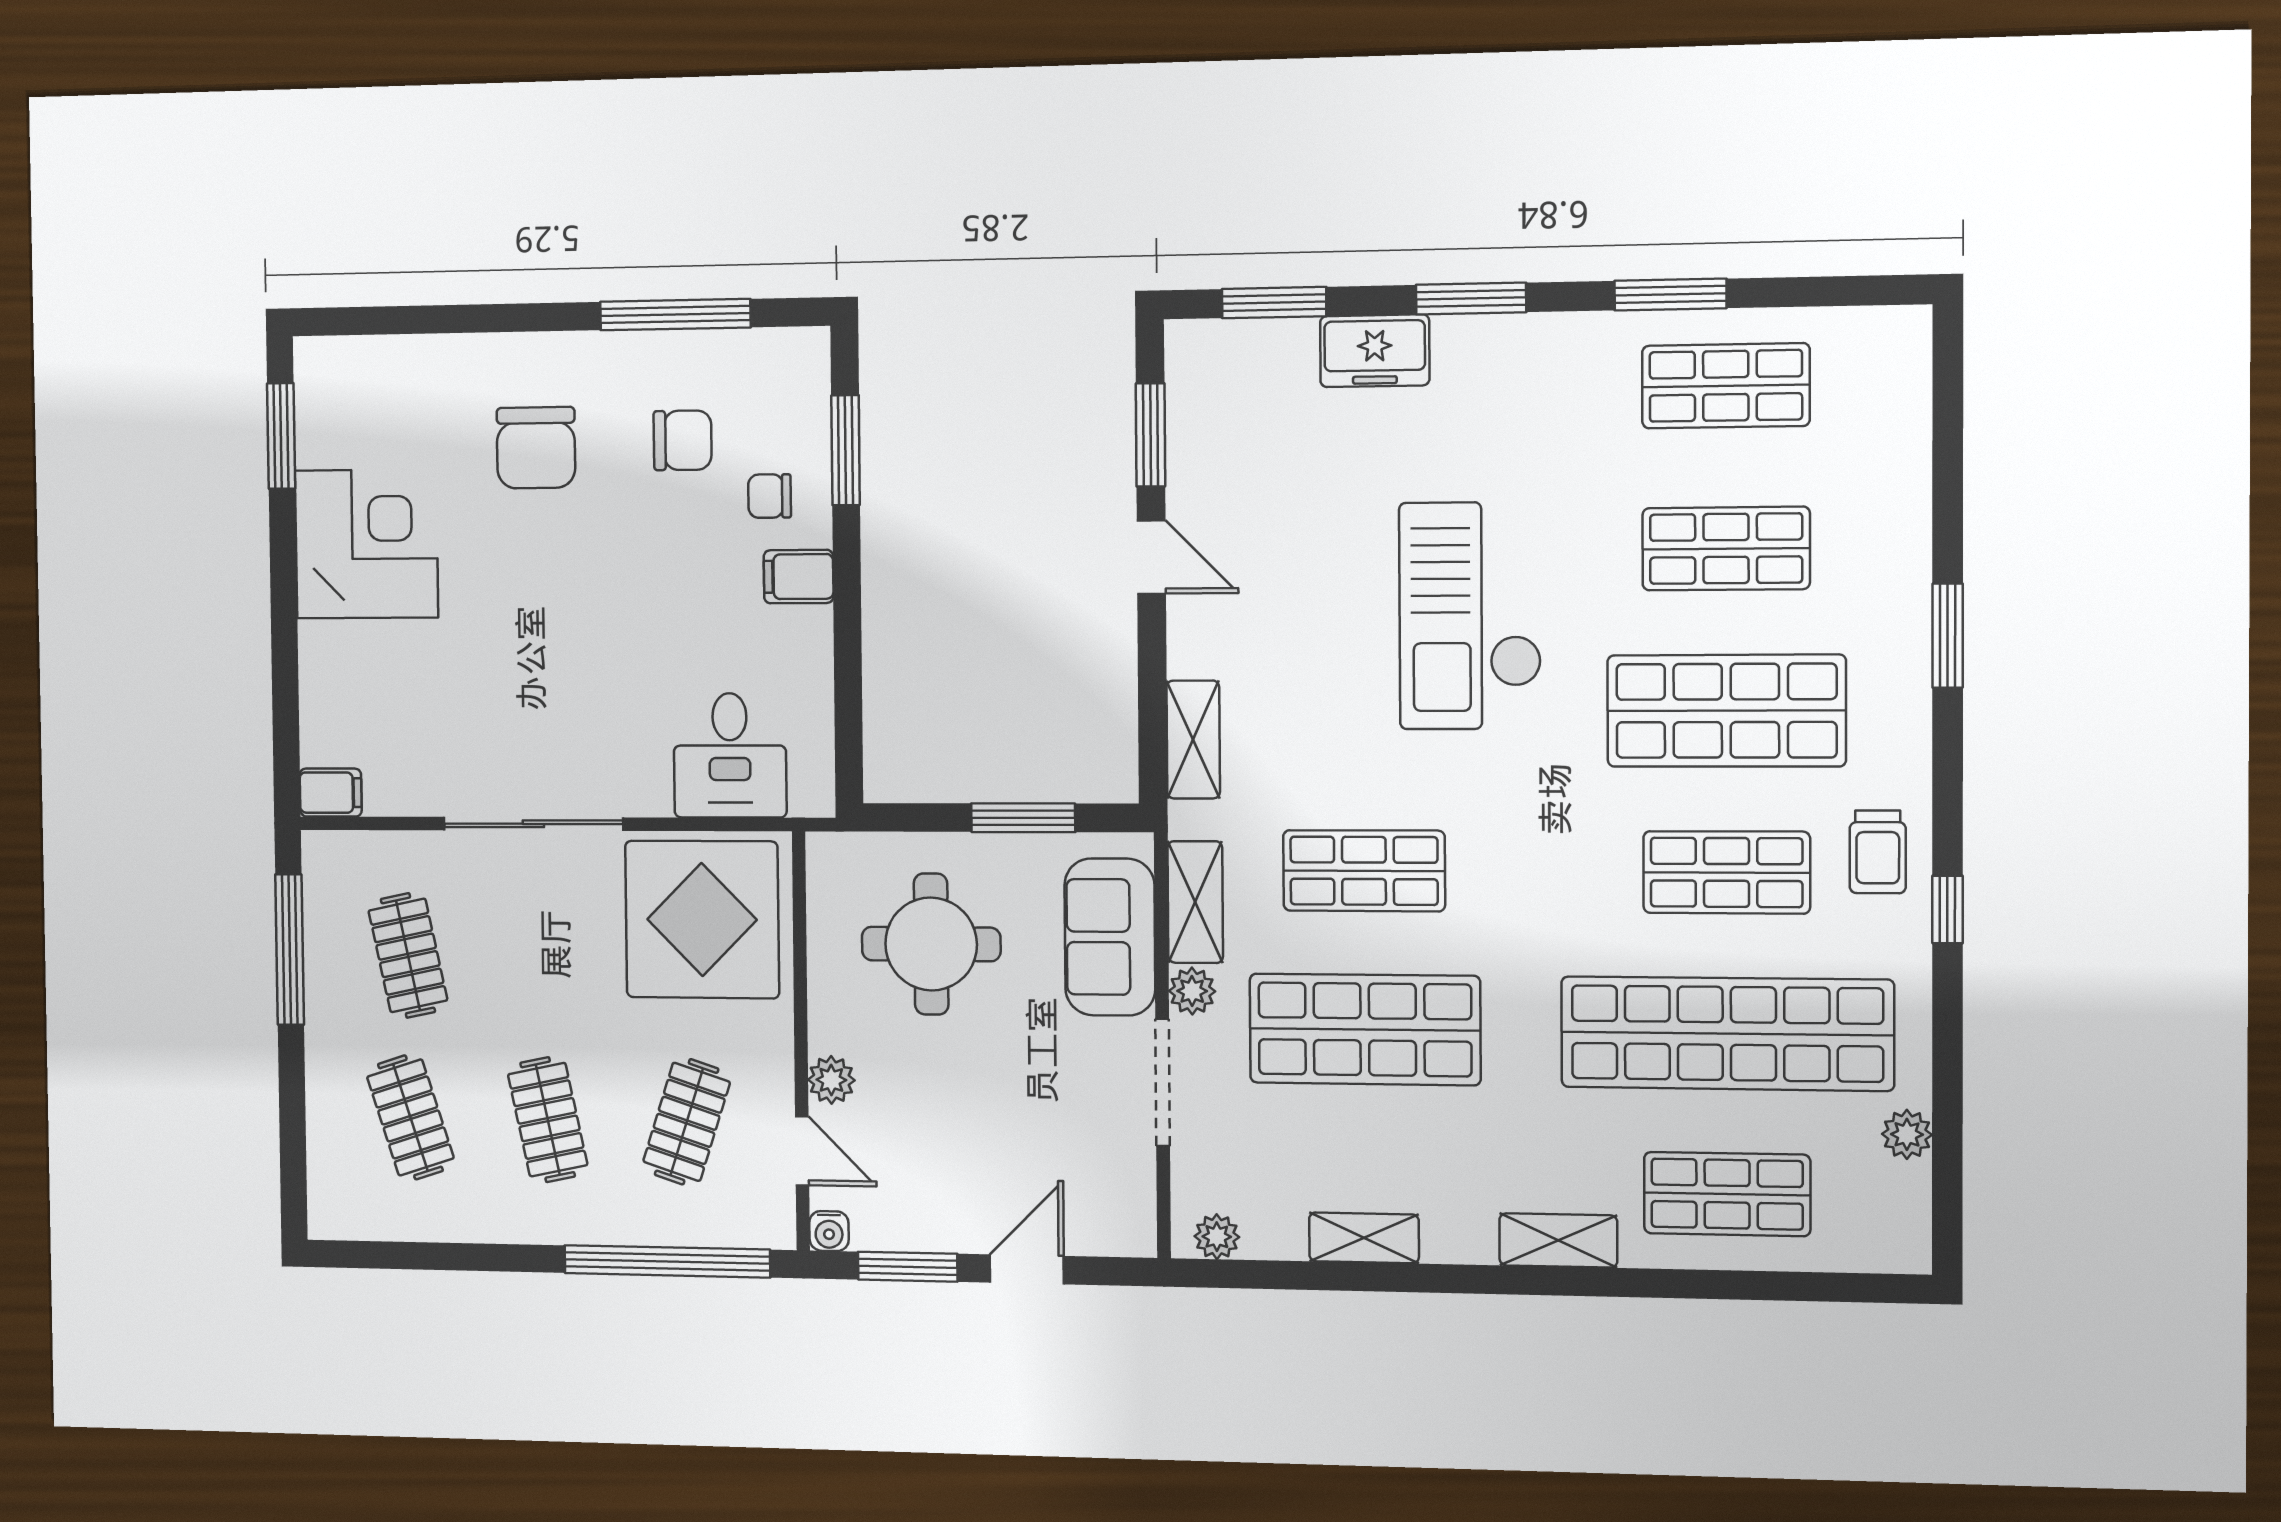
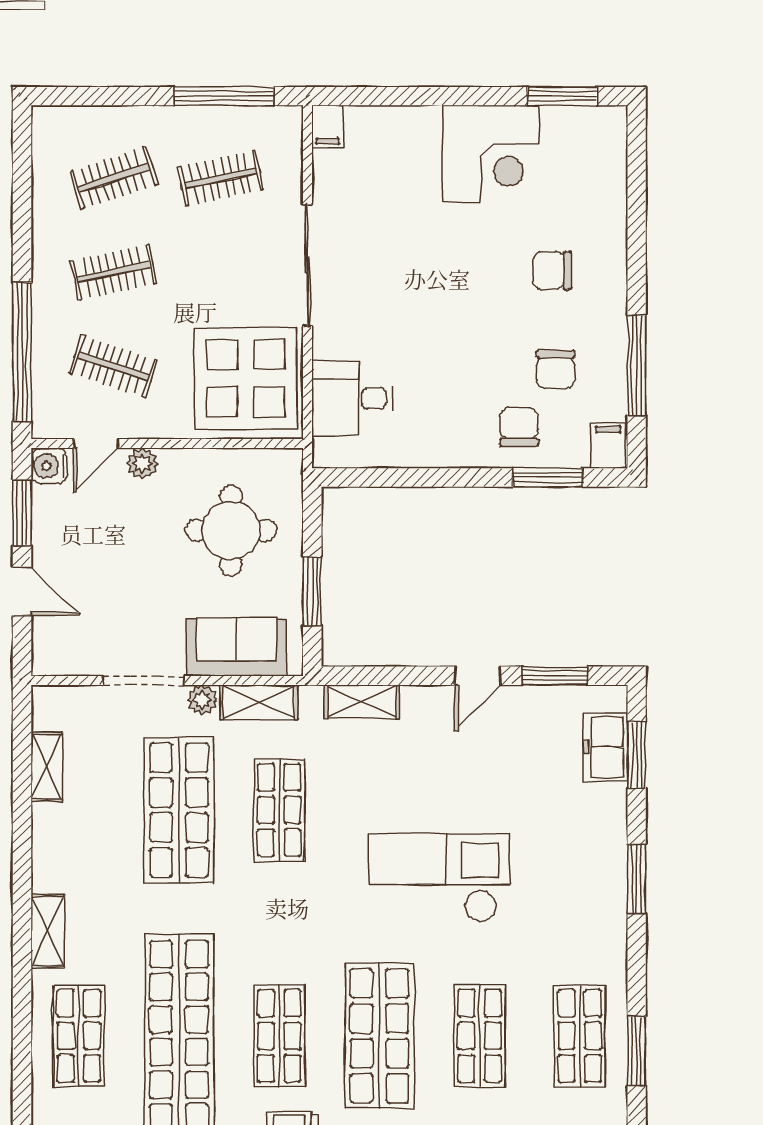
window: (1670, 294) -> (637, 1051), moved
freezer: (1375, 351) -> (605, 747), moved
chair: (536, 448) -> (552, 271), width x0.73, depth x0.73
chair: (770, 496) -> (519, 427), width x1.37, depth x1.37
filing cabinet: (799, 577) -> (608, 445), moved
water cooler: (829, 1231) -> (49, 466), width x1.38, depth x1.38
plant: (1217, 1237) -> (46, 715), removed
shelving: (1364, 1238) -> (47, 767), moved

